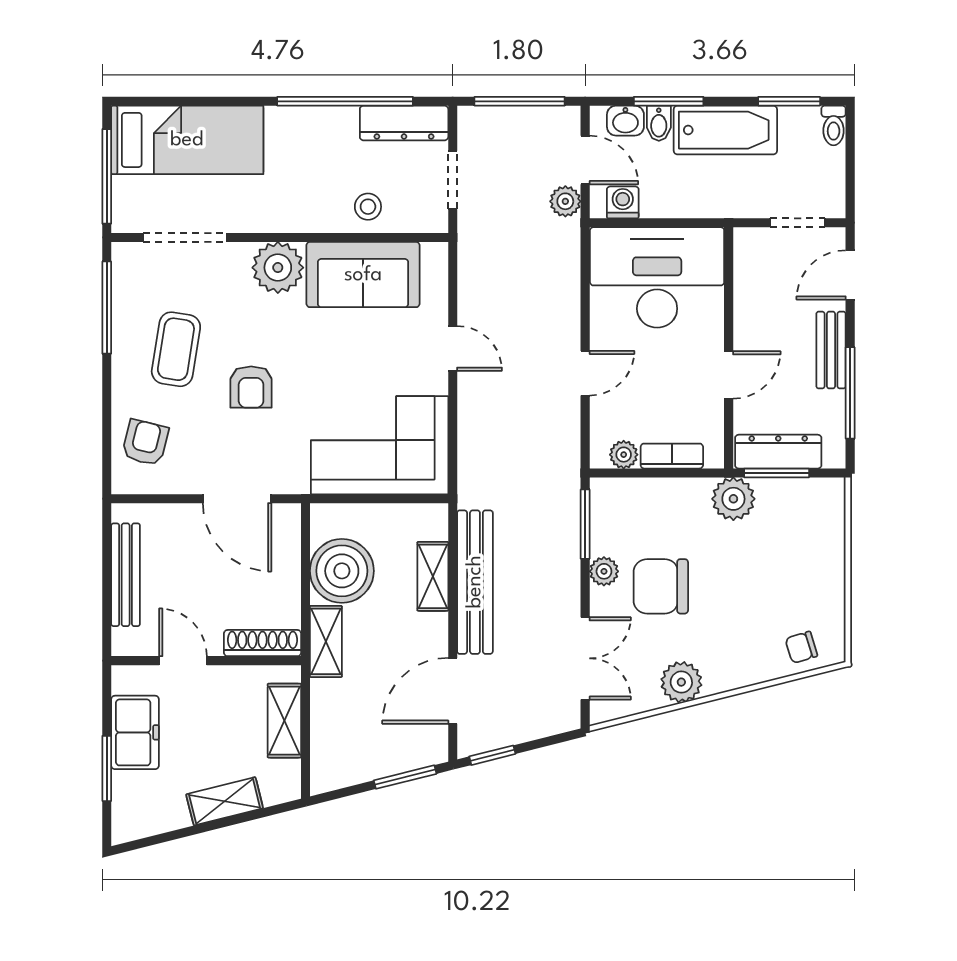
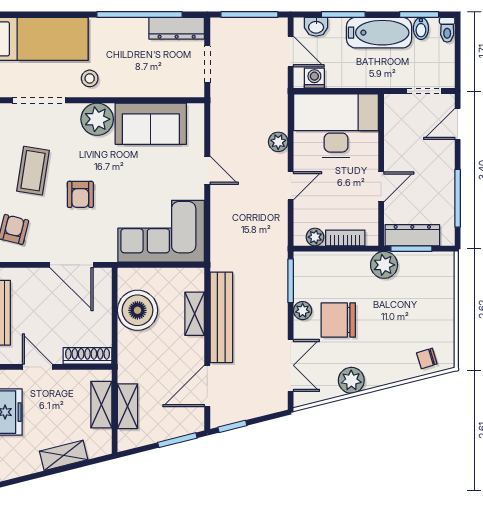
bidet: (659, 123) -> (421, 28), moved
plant: (565, 201) -> (278, 142), moved
stool: (368, 207) -> (90, 78), moved
bench: (831, 350) -> (446, 171), removed
shelving: (326, 641) -> (127, 406), moved

